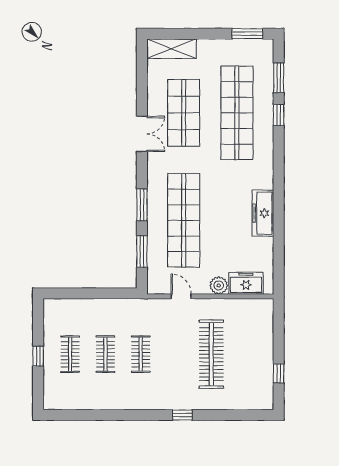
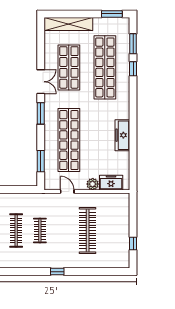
shelving: (171, 49) -> (68, 24), width x1.47
window: (142, 205) -> (41, 113), moved
clothes rail: (105, 354) -> (16, 230), width x1.36
window: (182, 415) -> (57, 272), moved

